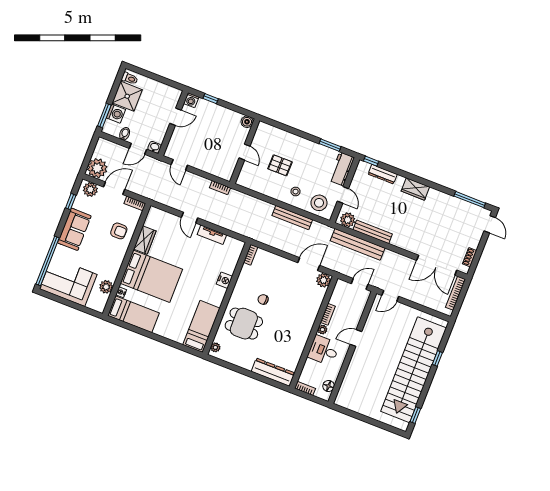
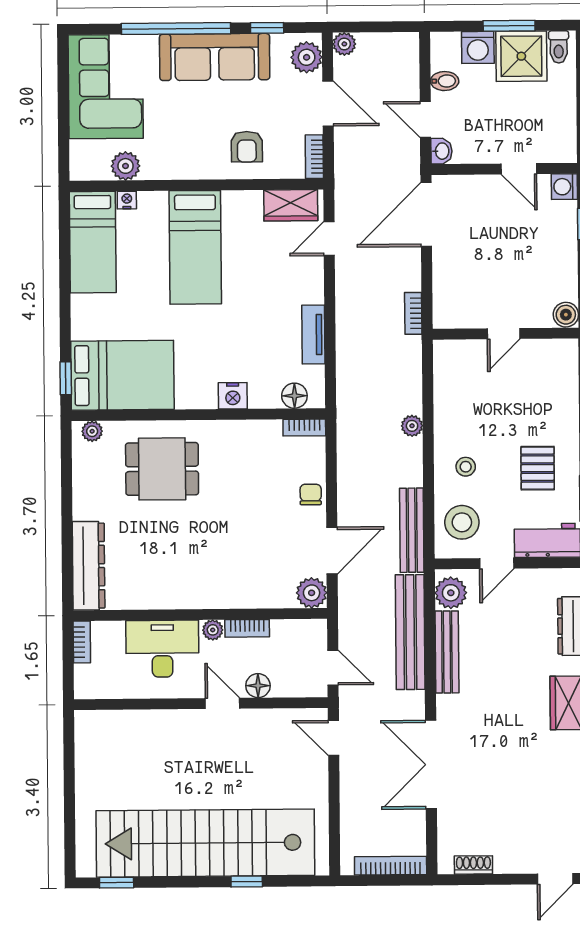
window: (104, 115) -> (509, 26), moved
door: (179, 165) -> (426, 215), width x1.87
pallet: (280, 165) -> (538, 468), moved
plant: (97, 168) -> (344, 44), width x0.53, depth x0.53
plant: (268, 208) -> (412, 426), added
door: (190, 218) -> (329, 239), moved
bench: (292, 218) -> (412, 530), moved
sofa: (74, 229) -> (215, 57), width x1.36
wardrobe: (145, 240) -> (291, 205), moved
floor lamp: (235, 253) -> (294, 396), added
window: (48, 261) -> (176, 29), moved
door: (309, 264) -> (332, 551), hinge flipped
double door: (437, 265) -> (431, 765), moved
bed: (151, 276) -> (195, 247), width x0.67
chair: (263, 299) -> (311, 494), moved
dining table: (244, 324) -> (162, 469), turned 90
bed: (201, 326) -> (122, 375), width x1.50
window: (188, 350) -> (66, 378), added
desk: (324, 350) -> (162, 649), width x1.37
floor lamp: (329, 386) -> (258, 686), moved

